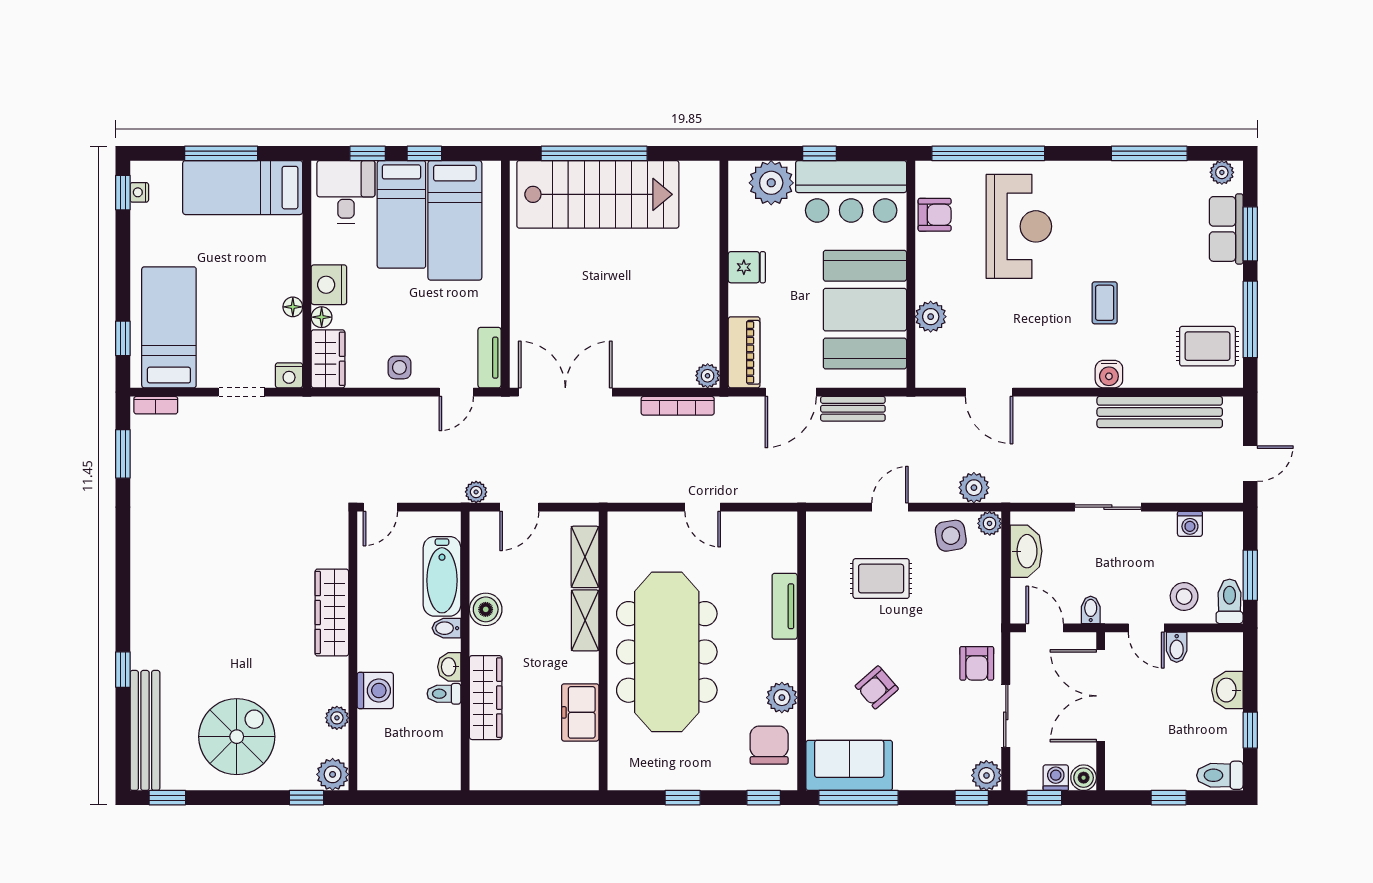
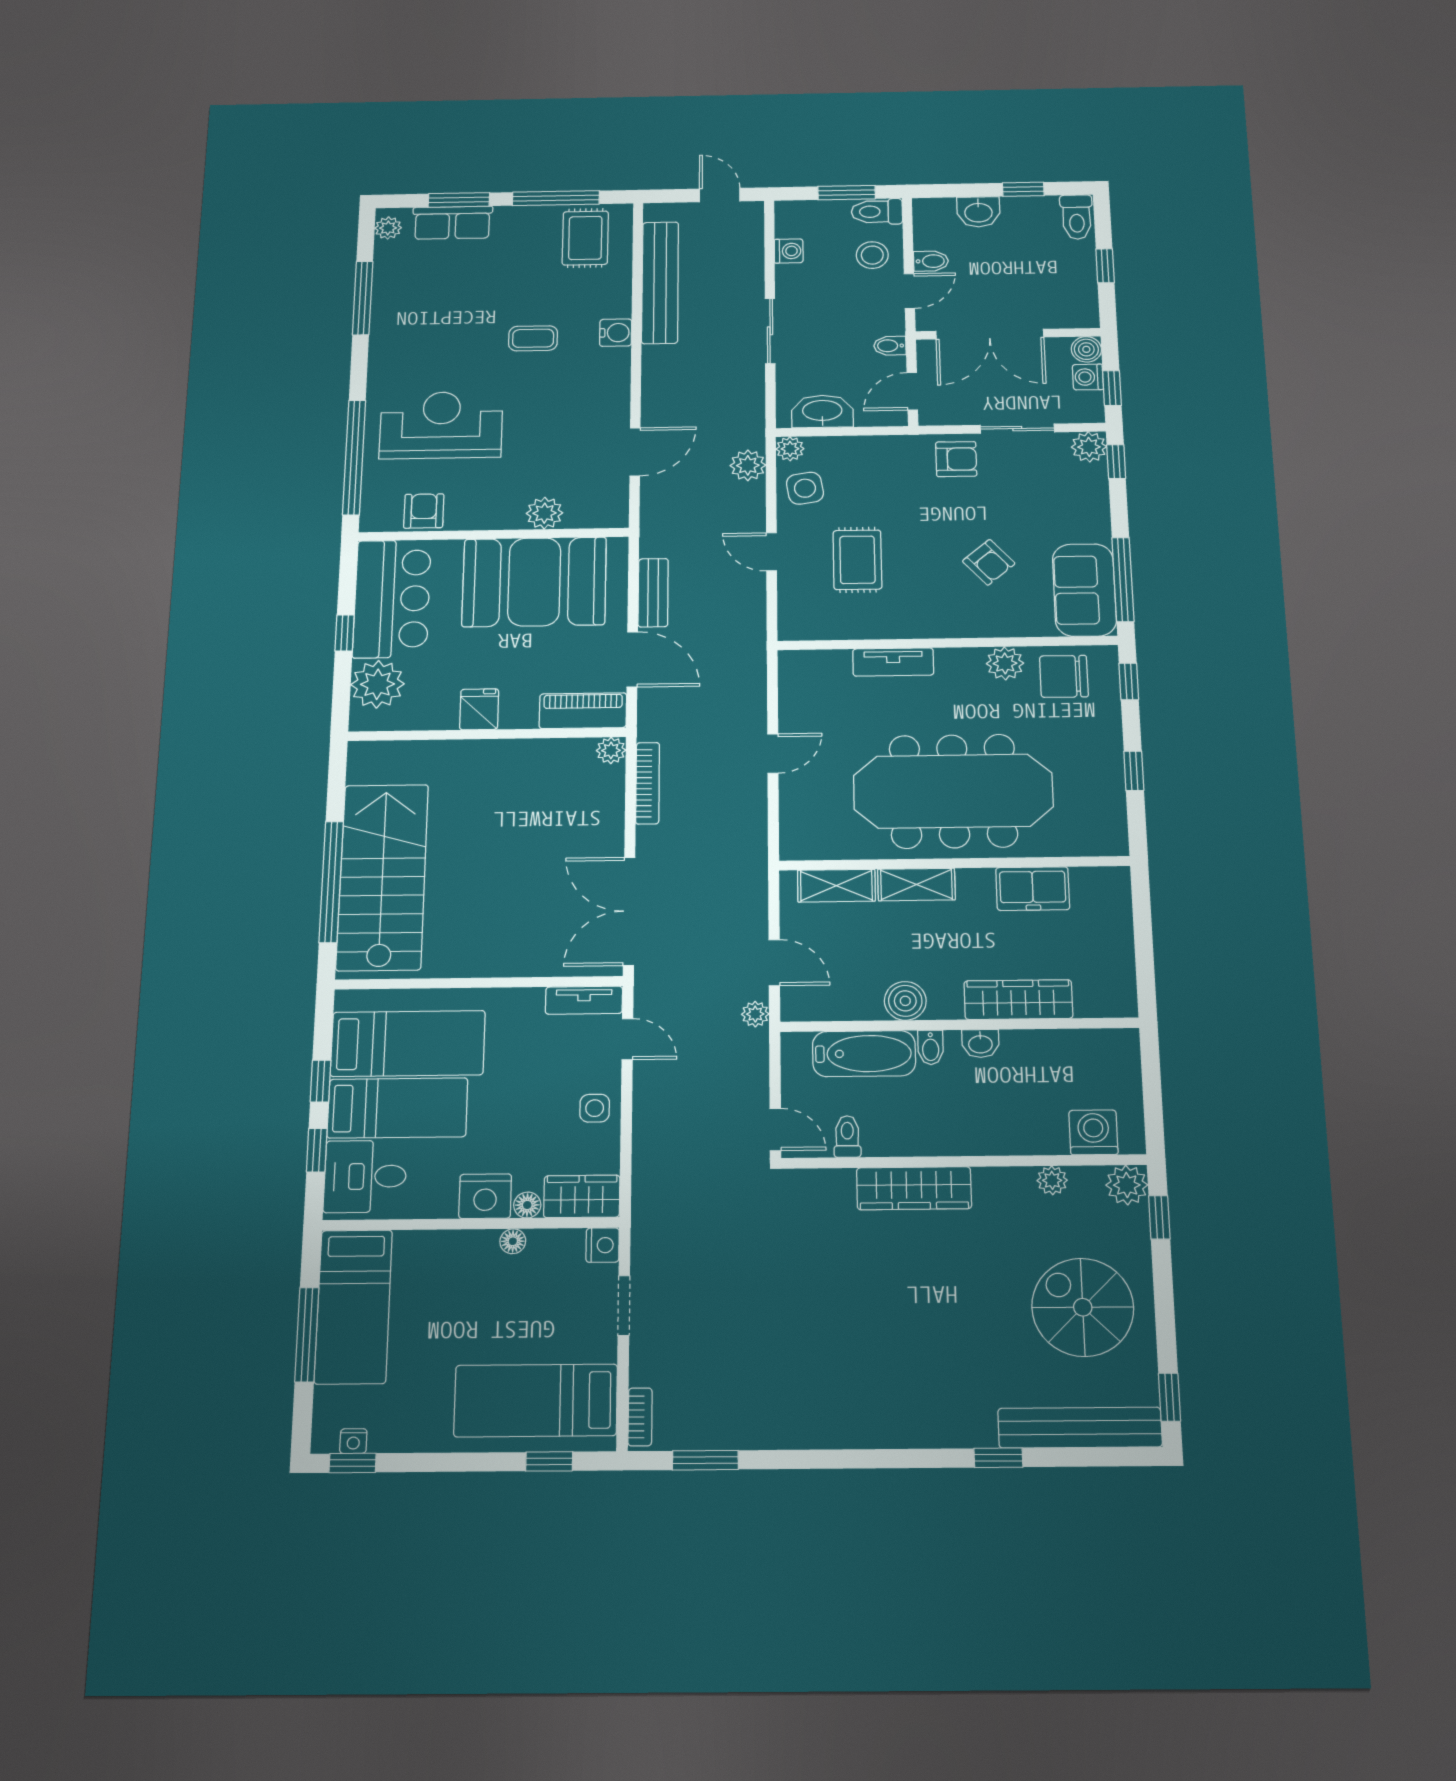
washing machine: (375, 690) -> (1093, 1132), moved
toilet: (444, 694) -> (847, 1136), moved, turned 180

